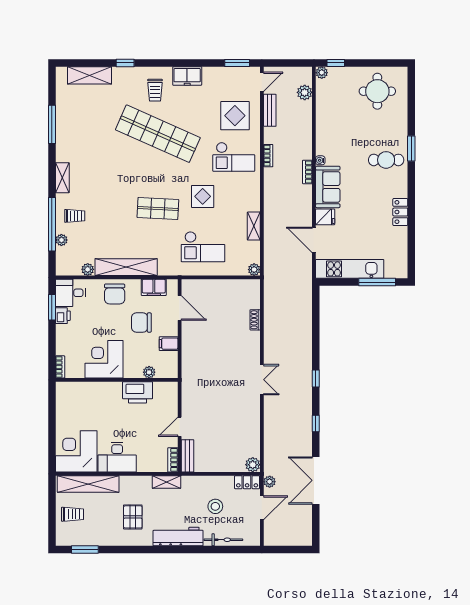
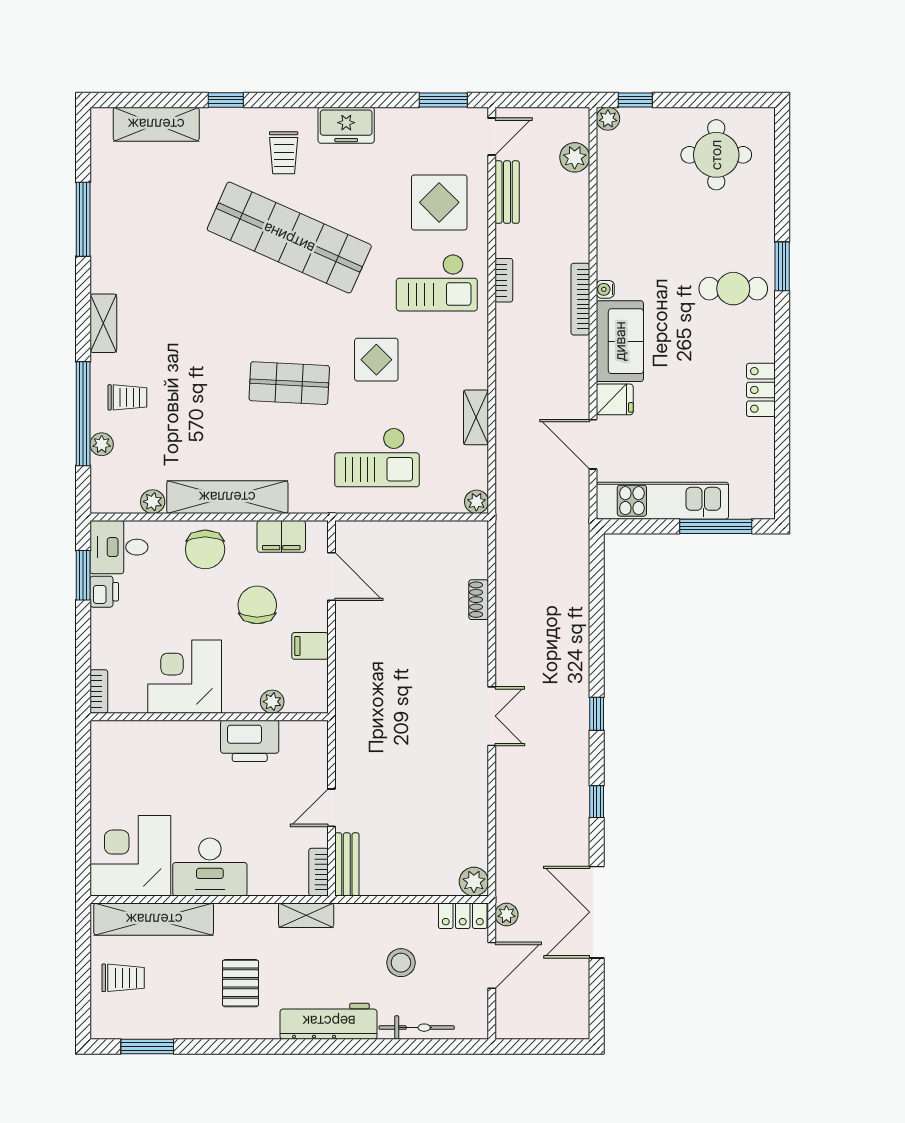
bookcase: (307, 172) -> (580, 299), width x1.56
chair: (141, 323) -> (257, 605), turned 90

